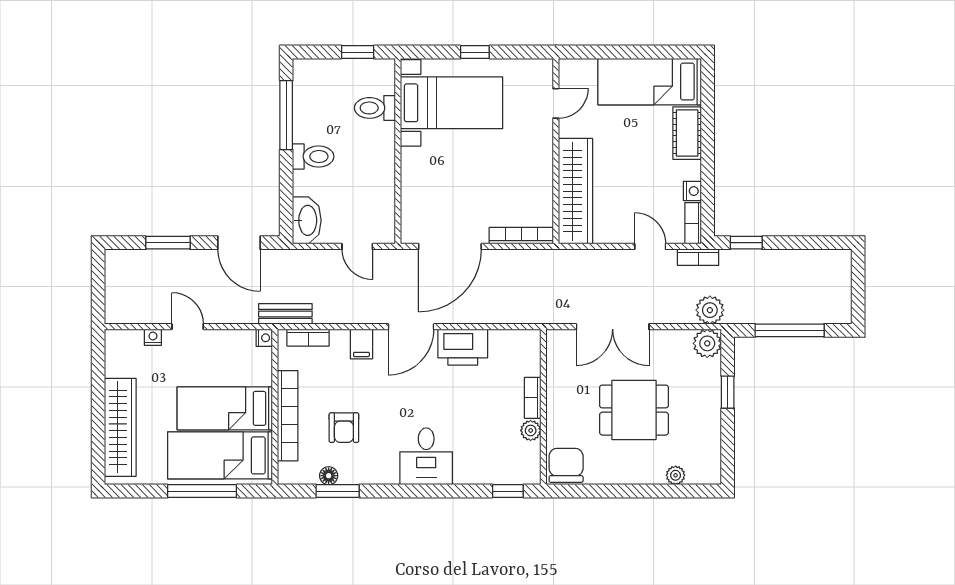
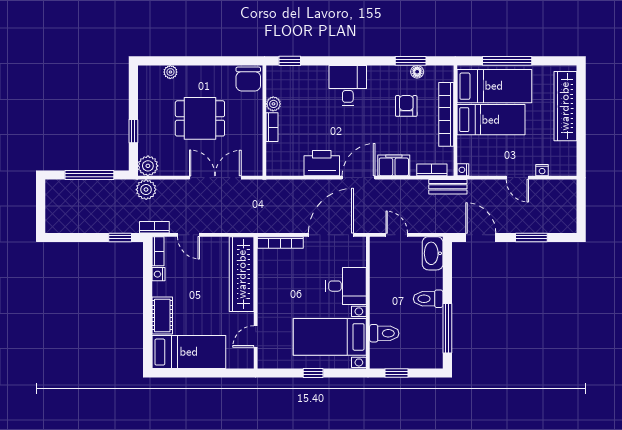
desk: (429, 174) -> (346, 286), added
filing cabinet: (361, 344) -> (394, 165), width x2.00

